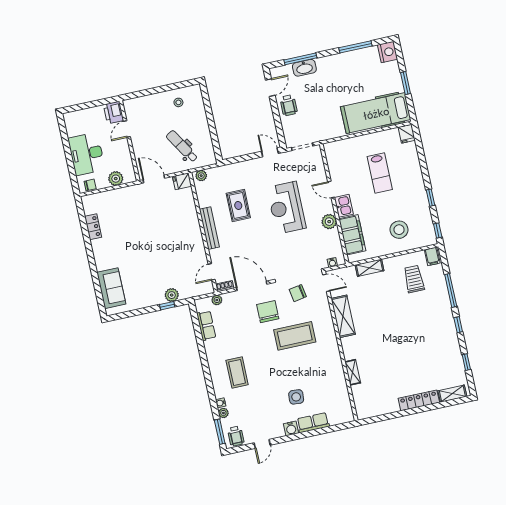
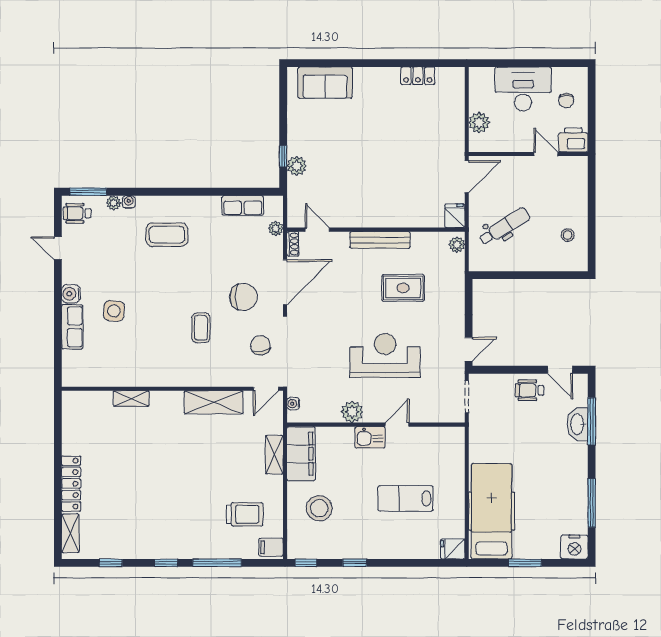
chair: (90, 185) -> (566, 101), moved
filing cabinet: (352, 235) -> (301, 454), moved, turned -90
coffee table: (295, 336) -> (201, 328), width x0.54, depth x0.58

